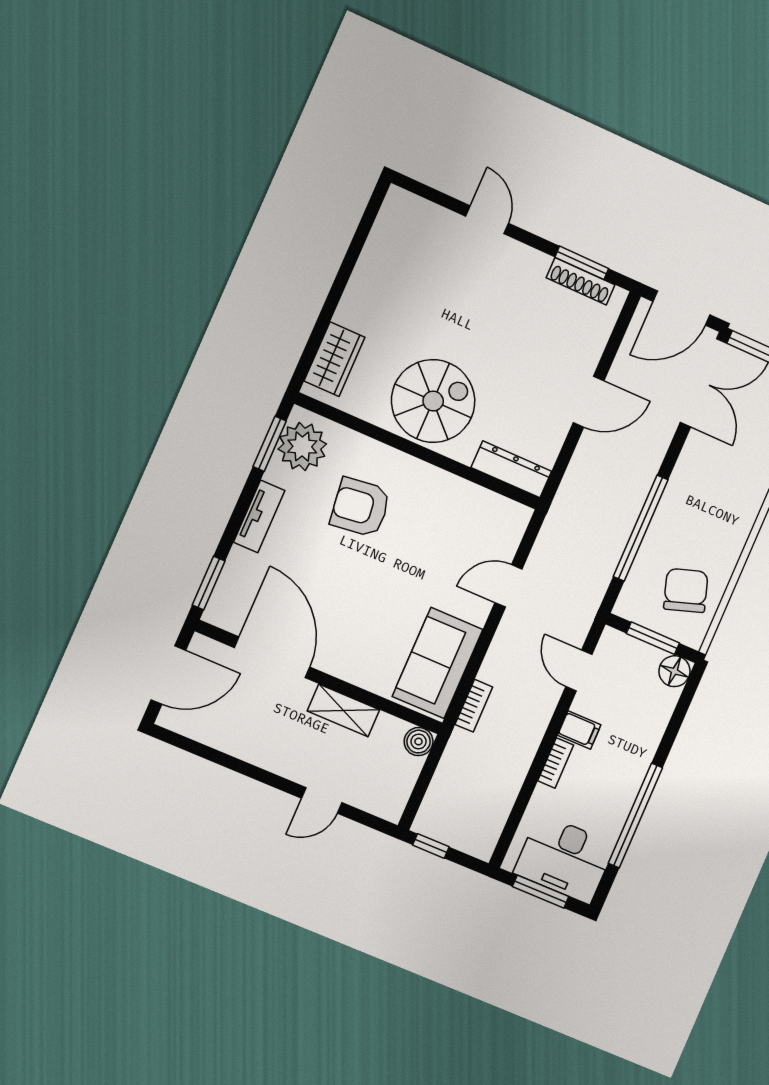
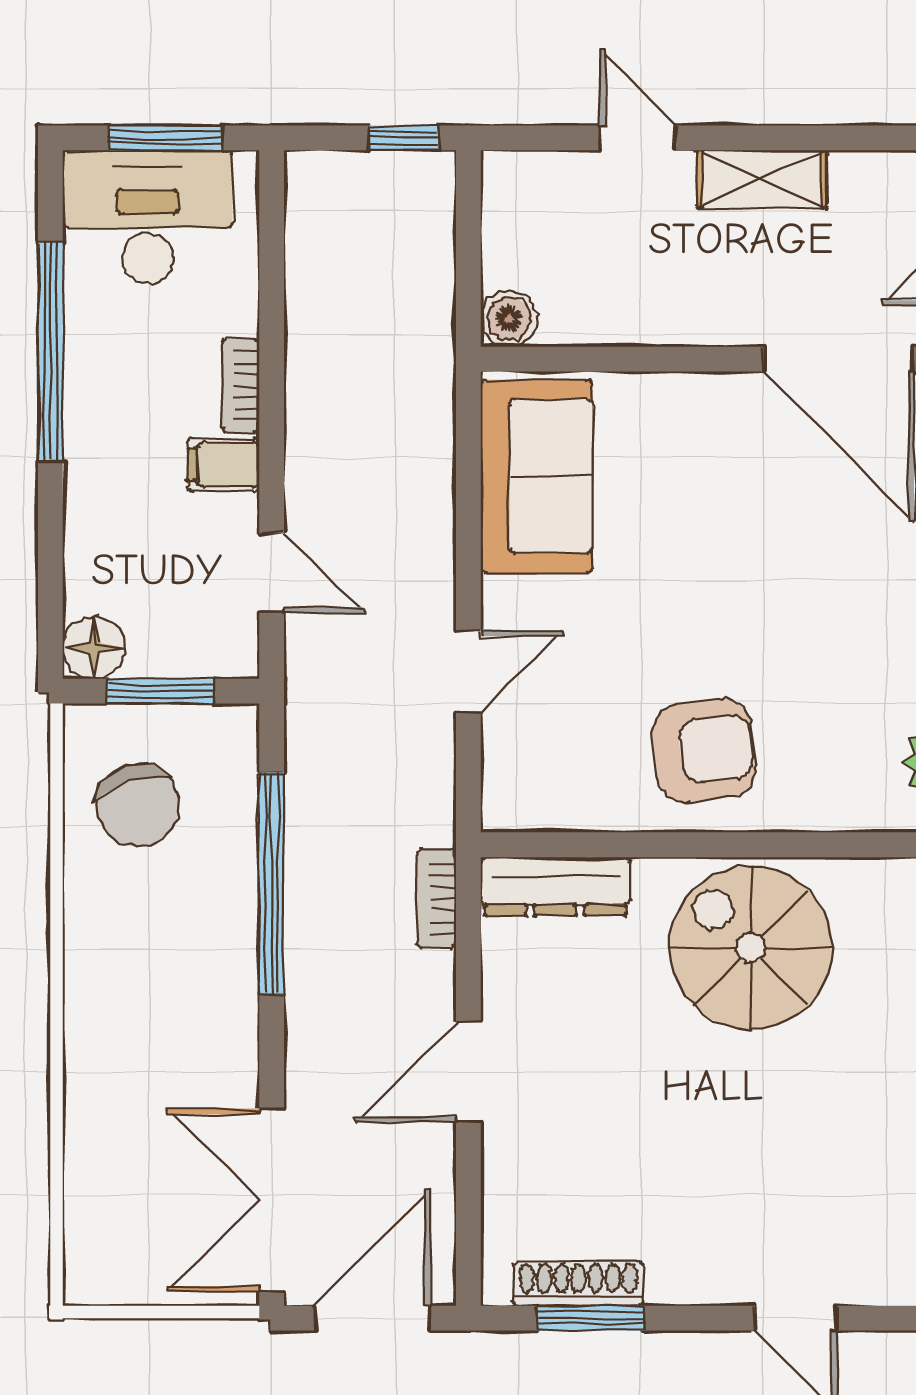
spiral stairs: (433, 401) -> (751, 947), turned 90
armchair: (360, 507) -> (704, 750), moved
bookcase: (474, 706) -> (437, 899), moved
shelving: (343, 710) -> (762, 179), moved
door: (322, 800) -> (638, 138), hinge flipped

